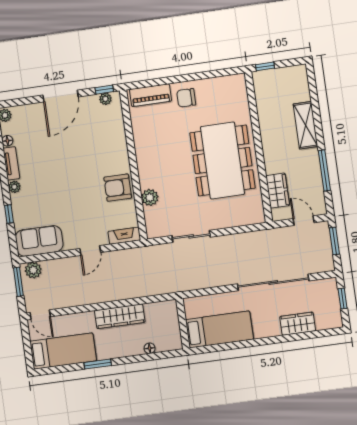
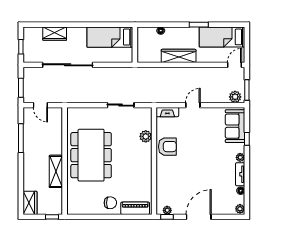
shelving: (305, 125) -> (56, 171), moved
wardrobe: (278, 191) -> (30, 203), moved, turned 180
sofa: (39, 241) -> (235, 126), moved, turned 90
door: (40, 315) -> (235, 65), hinge flipped

